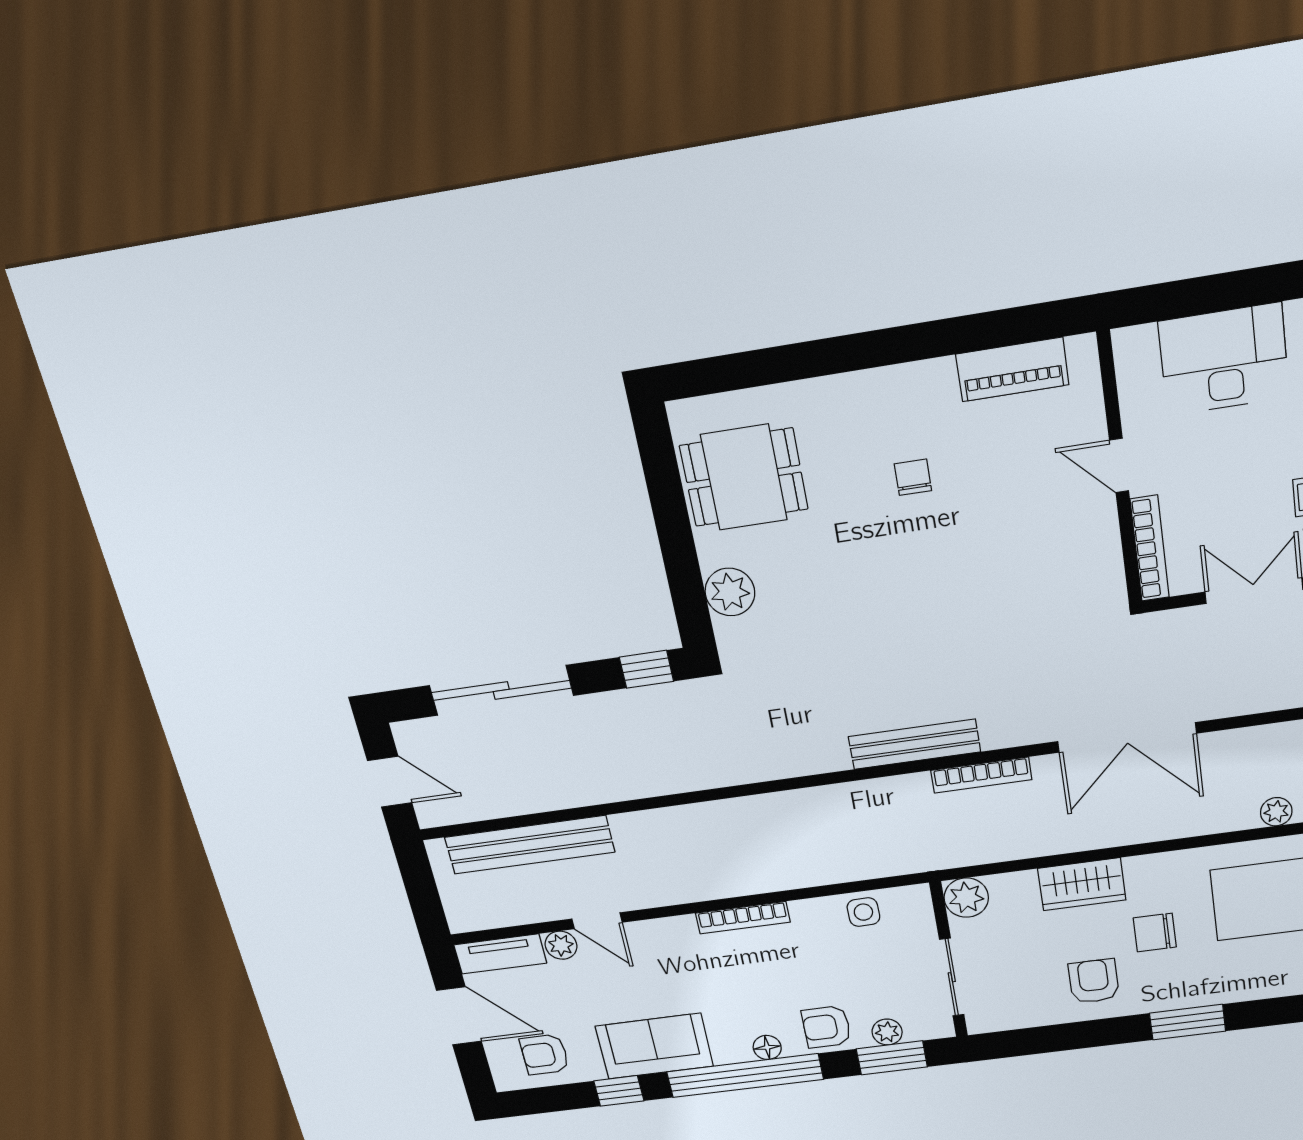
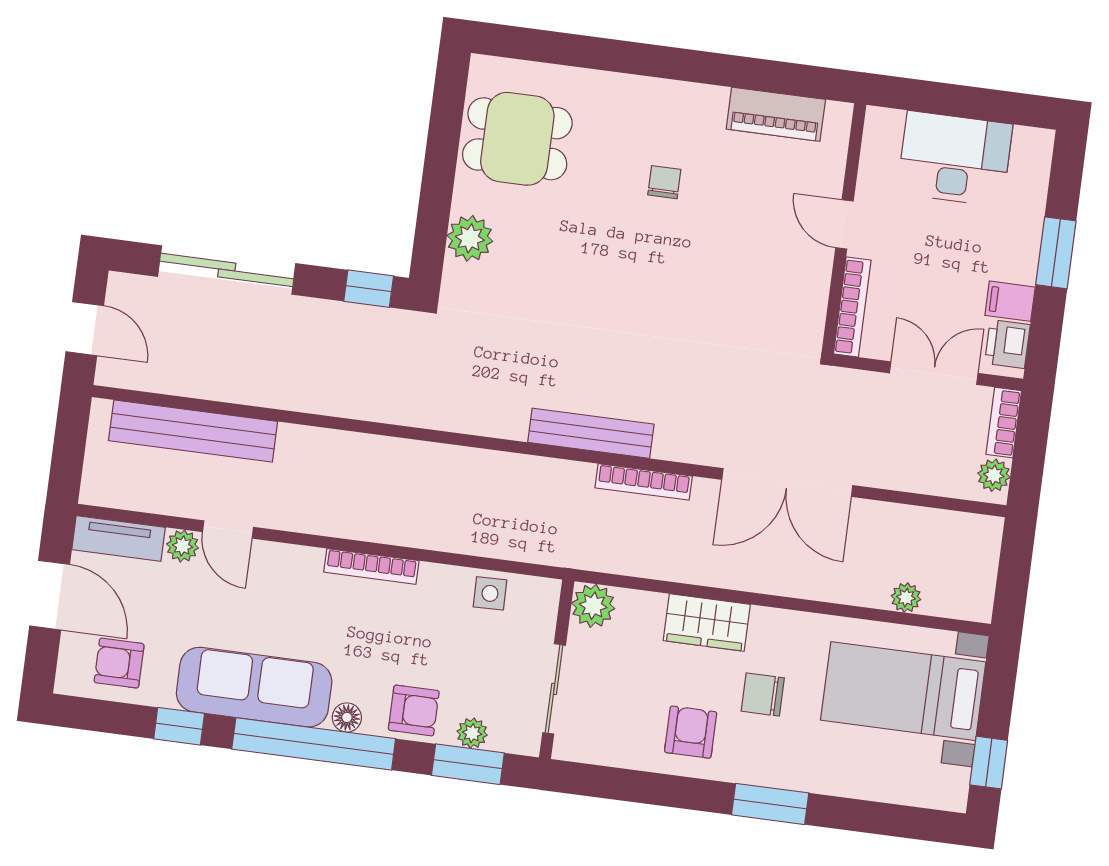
armchair: (826, 1027) -> (414, 710), turned 180
sofa: (654, 1046) -> (254, 687), width x1.36

